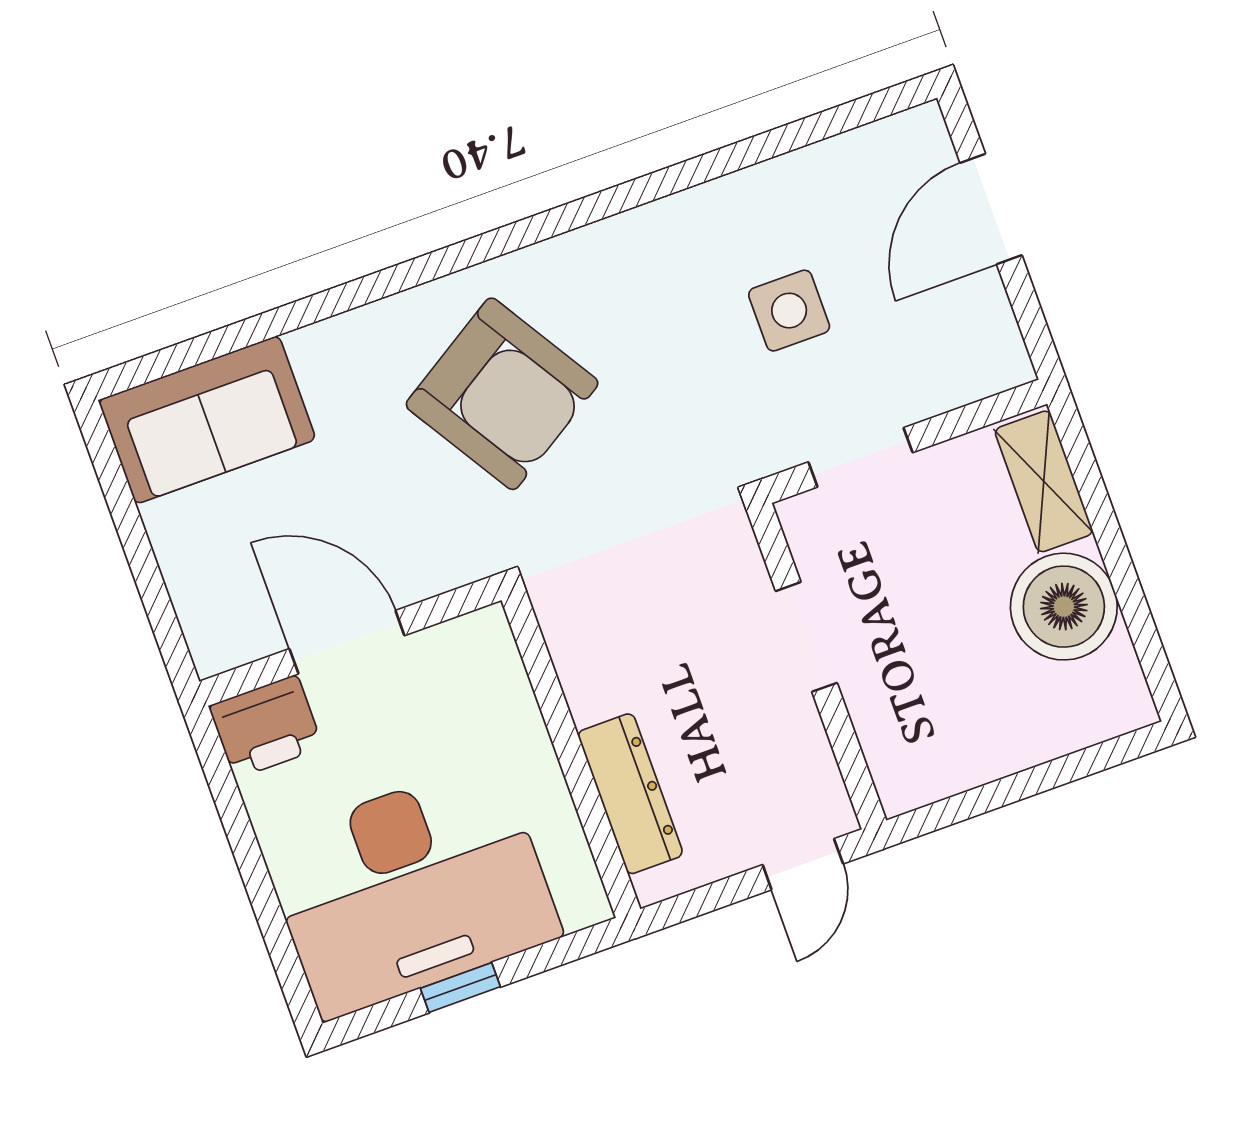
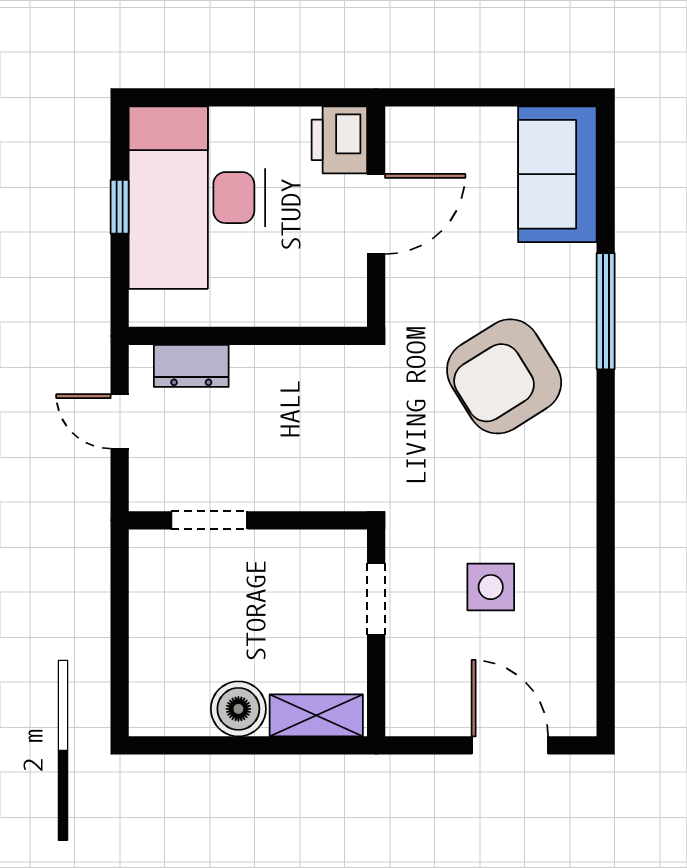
window: (366, 290) -> (606, 311), added
boiler: (1064, 607) -> (238, 709), width x0.73, depth x0.73
doorway: (806, 637) -> (209, 520), moved
dresser: (630, 794) -> (191, 366), width x0.70
door: (803, 864) -> (120, 421), moved

